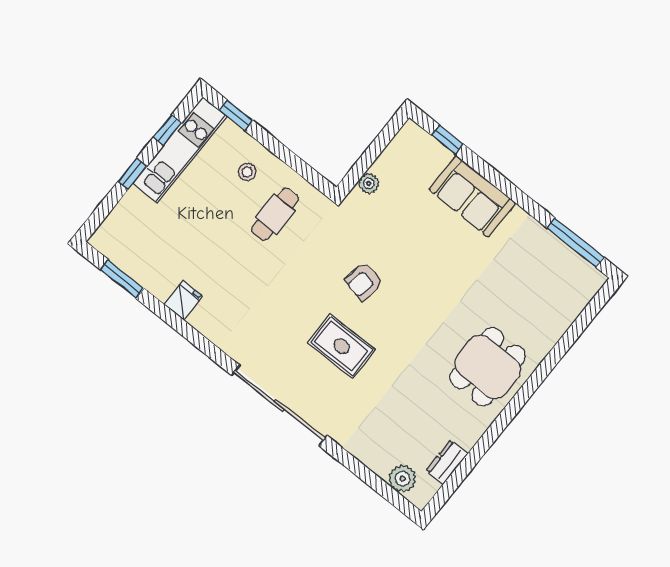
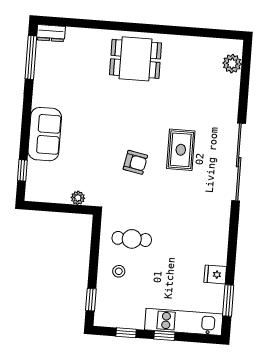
kitchen unit: (180, 150) -> (184, 322), moved
fridge: (183, 300) -> (215, 274), moved
dresser: (447, 462) -> (51, 33), moved

